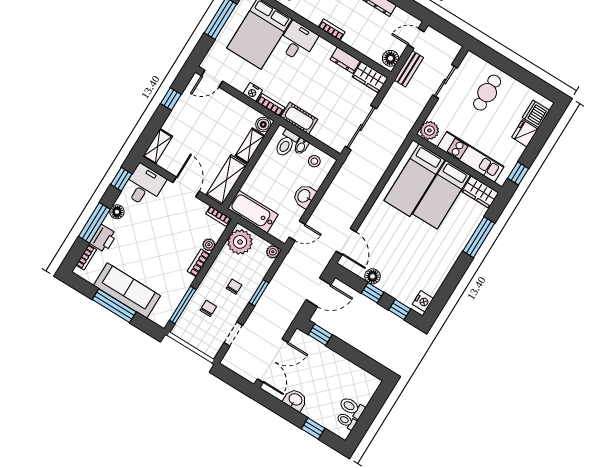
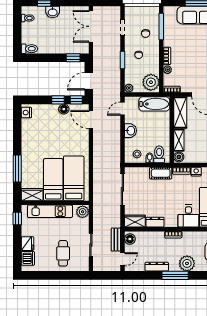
window: (400, 309) -> (76, 100), moved
washbasin: (295, 400) -> (53, 12), moved
toilet: (352, 407) -> (30, 49), moved

